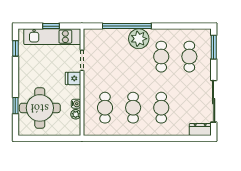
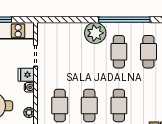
window: (127, 26) -> (124, 20), moved
water cooler: (76, 104) -> (29, 87), moved

